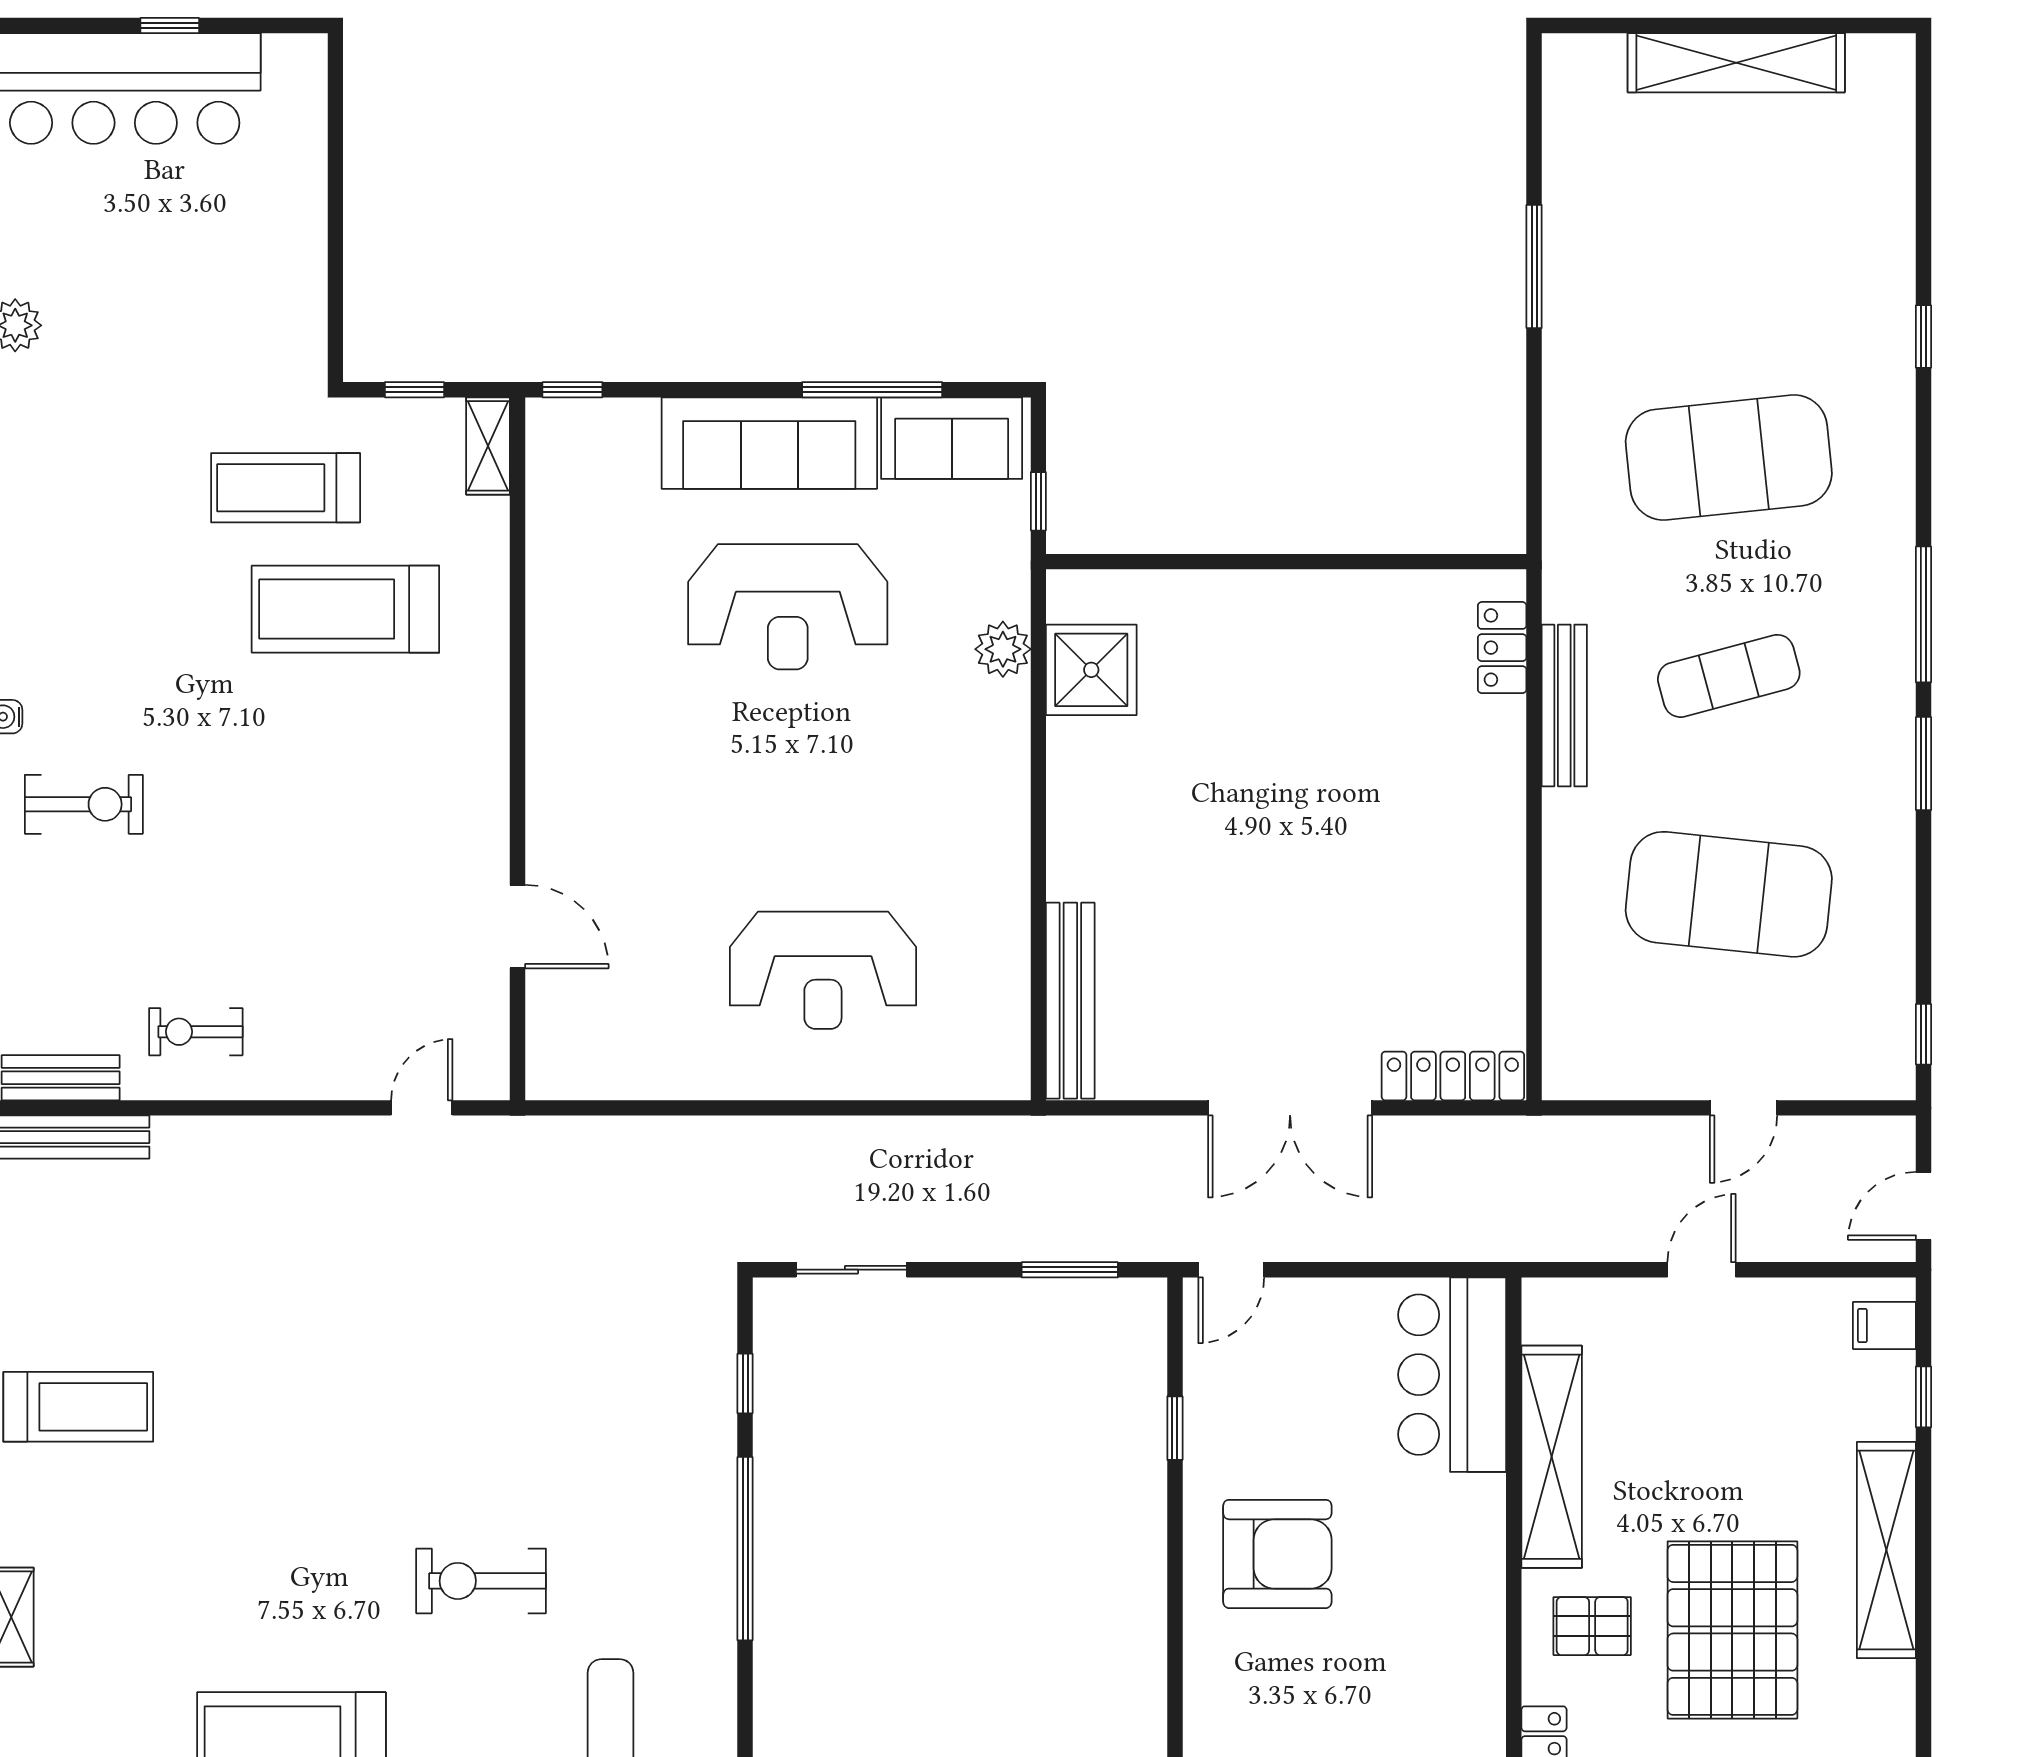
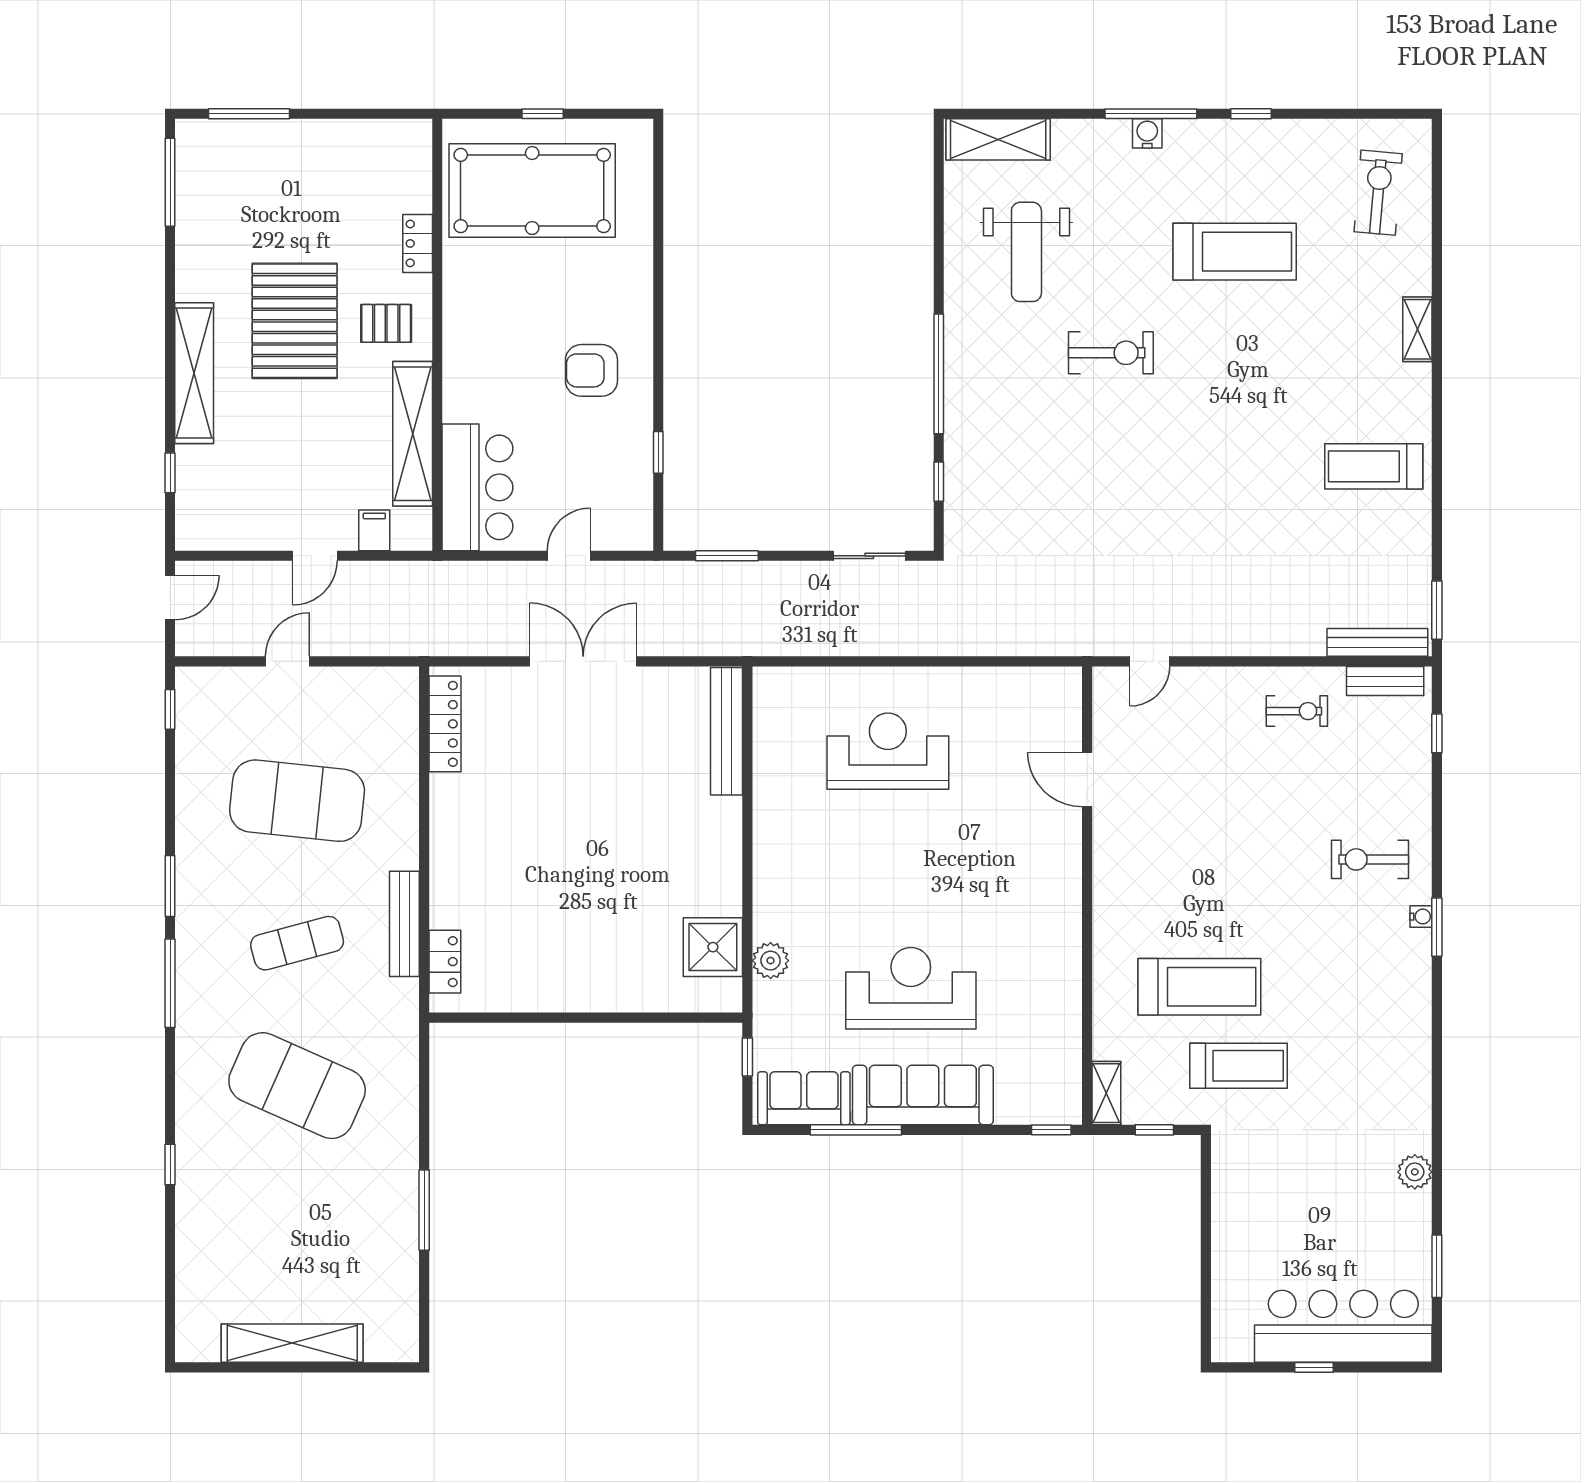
exercise mat: (1729, 458) -> (297, 1086), turned 30
locker: (1453, 1076) -> (445, 724), moved, turned -90
door: (1231, 1270) -> (569, 556), moved
filing cabinet: (1884, 1326) -> (374, 530), moved, turned -90
armchair: (1277, 1554) -> (591, 370), width x0.73, depth x0.73

